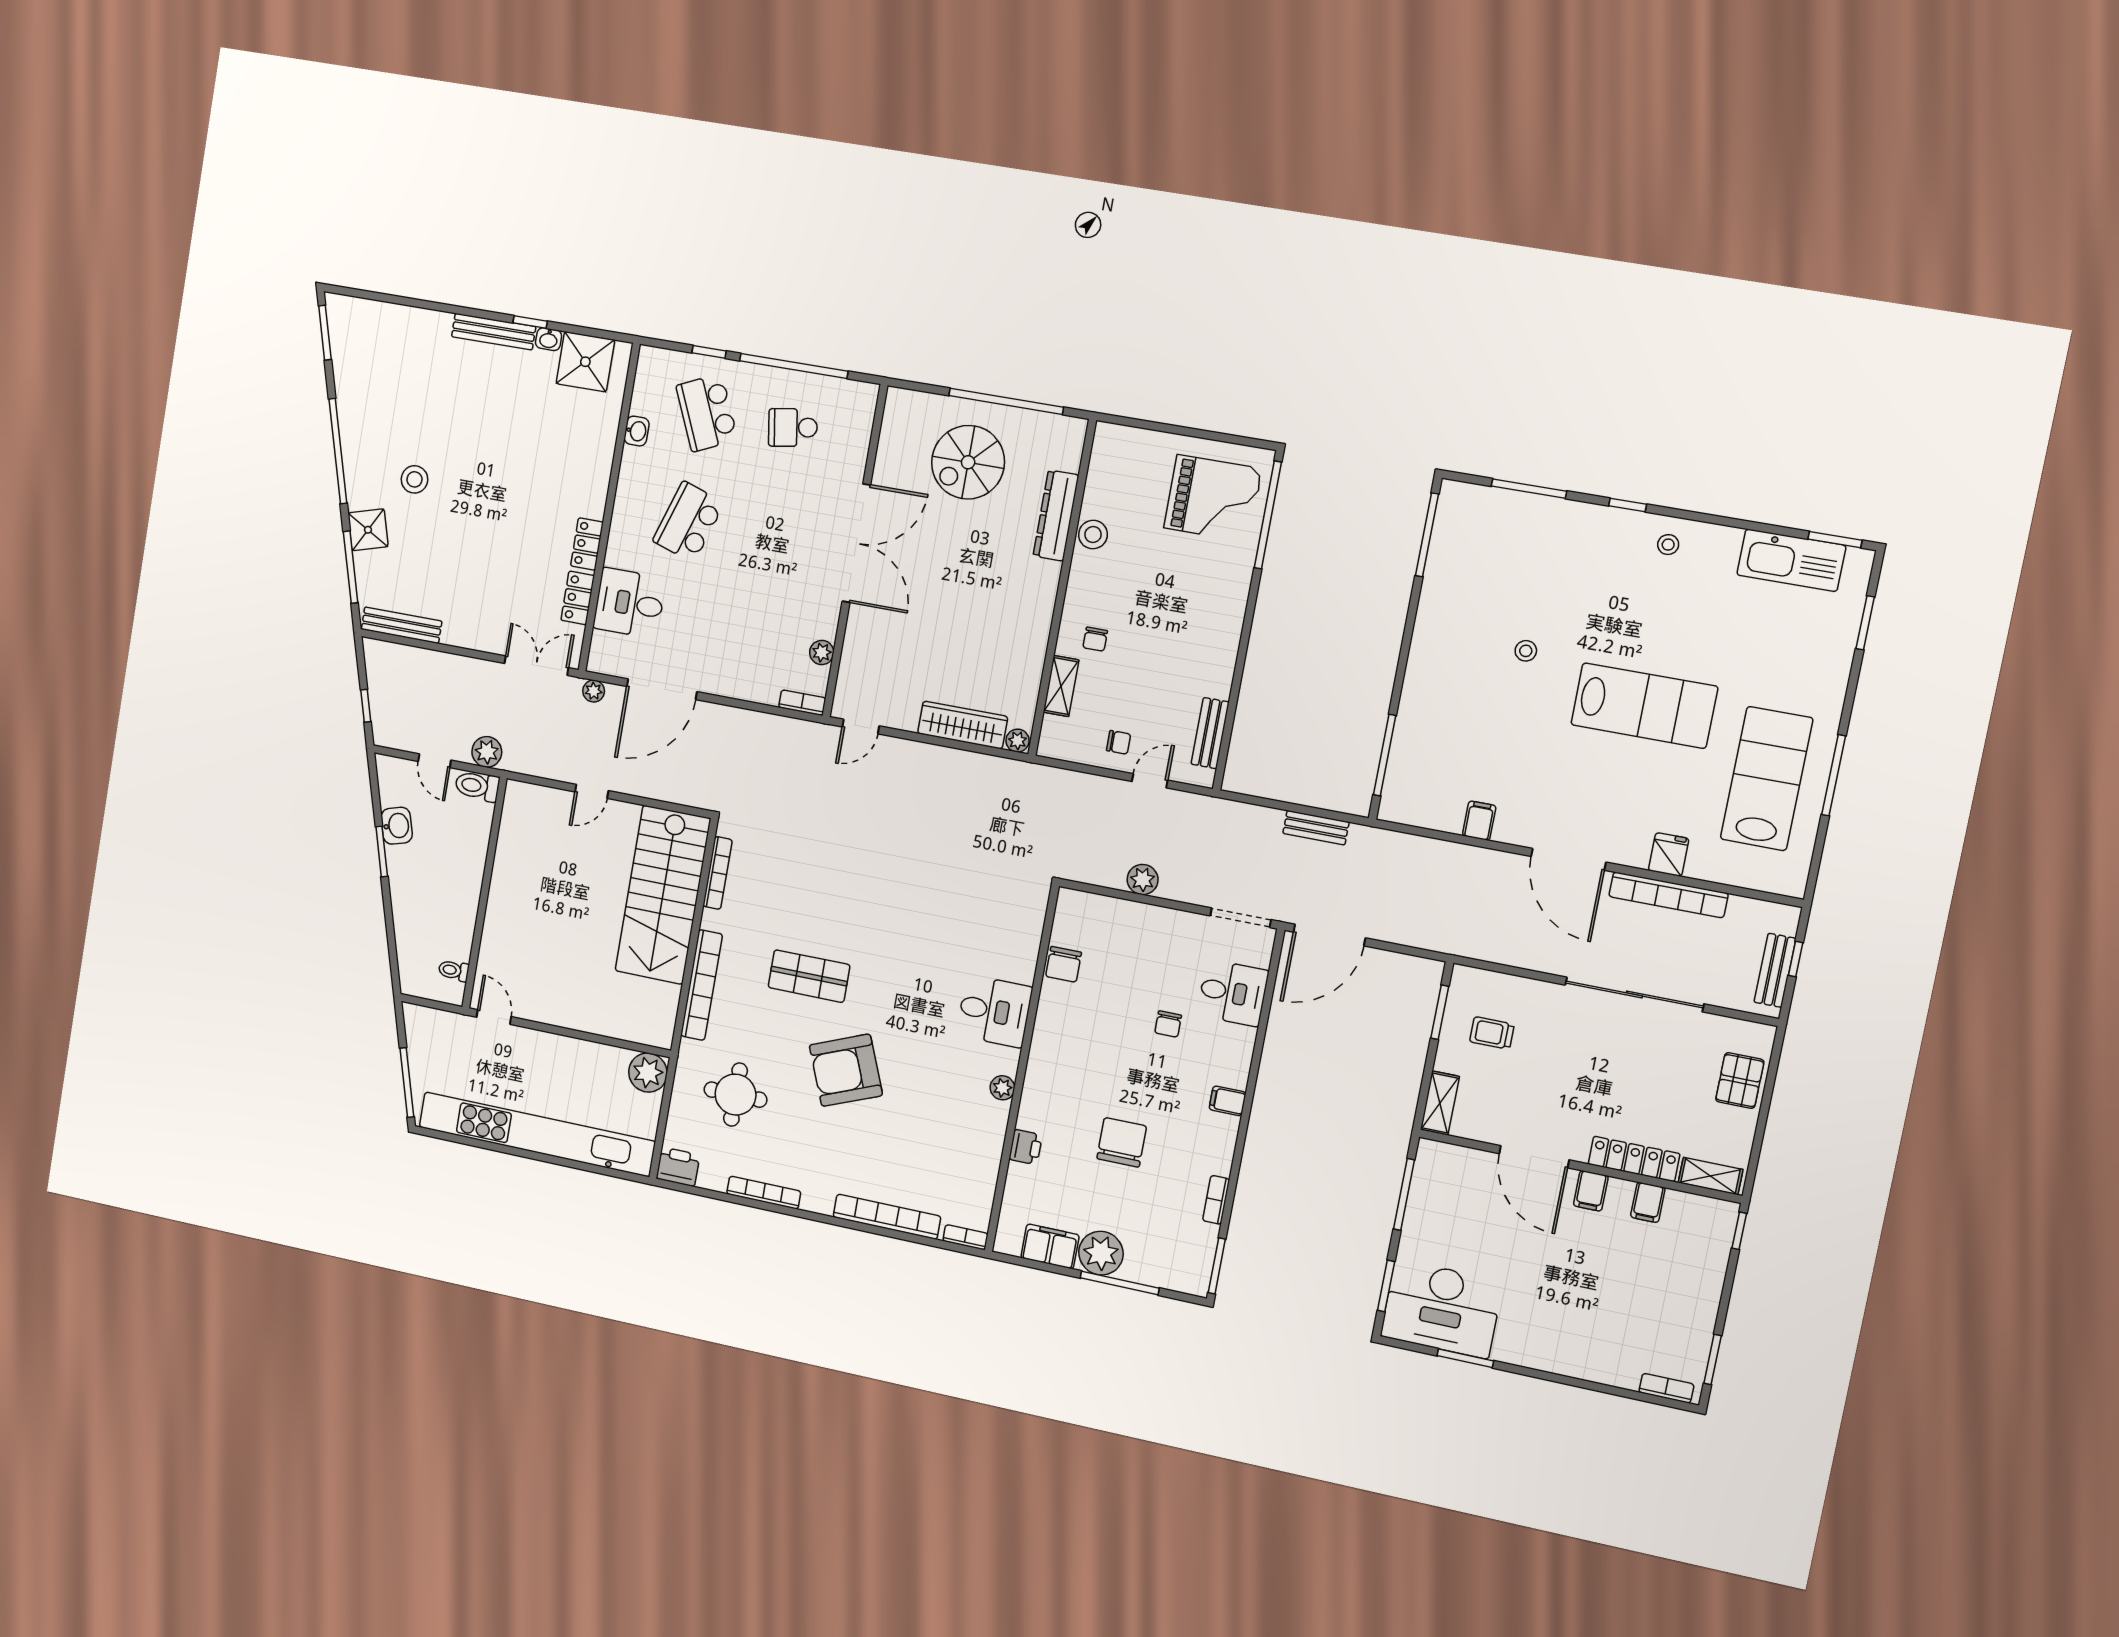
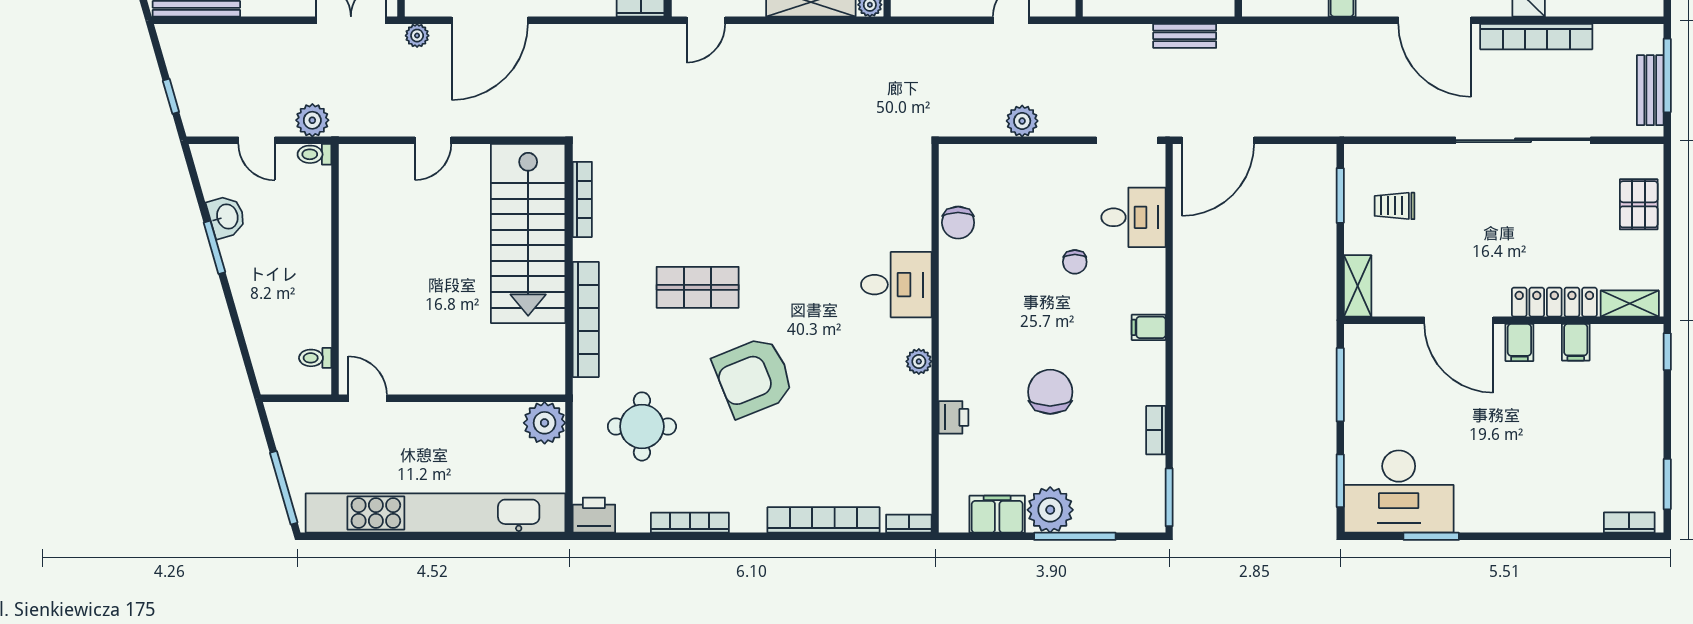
toilet: (477, 786) -> (314, 154), width x0.73, depth x0.72
window: (1796, 959) -> (1667, 75), width x2.17

